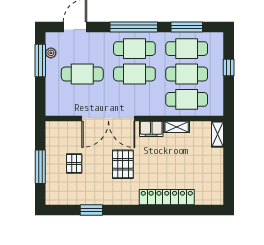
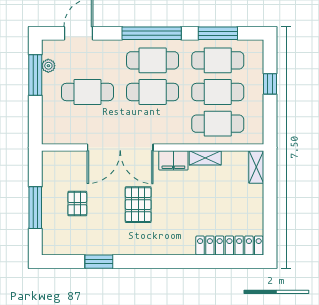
locker: (167, 197) -> (229, 246), moved

